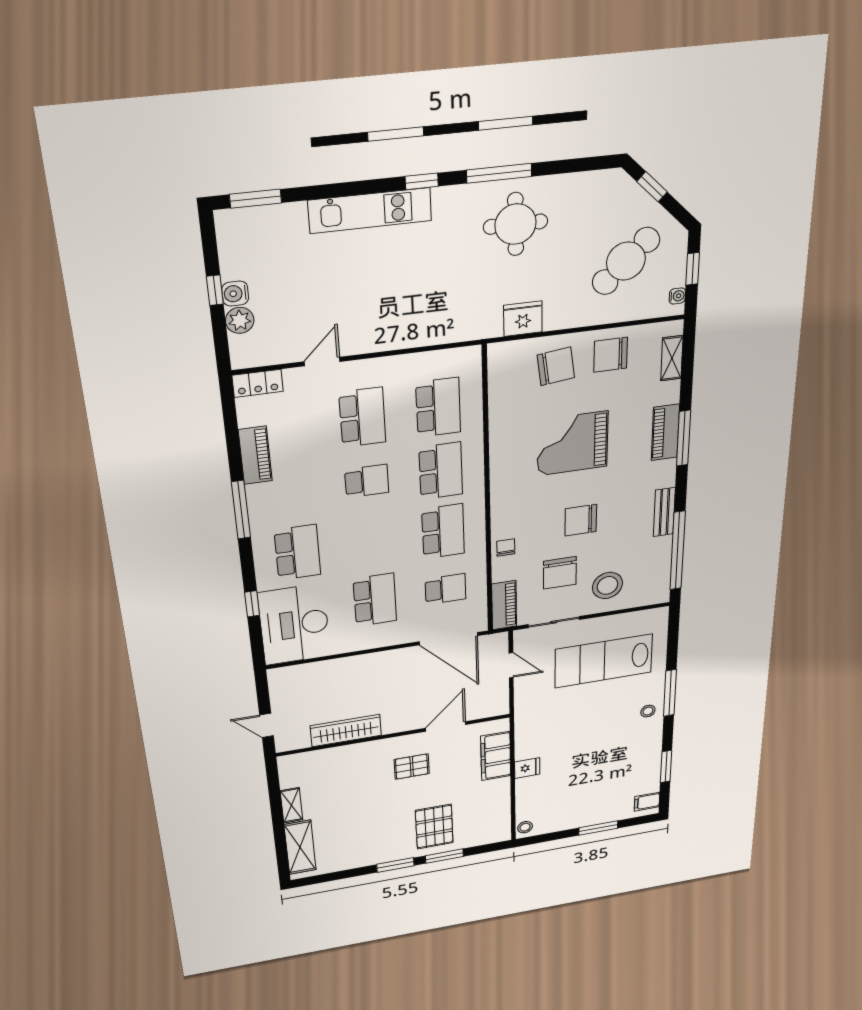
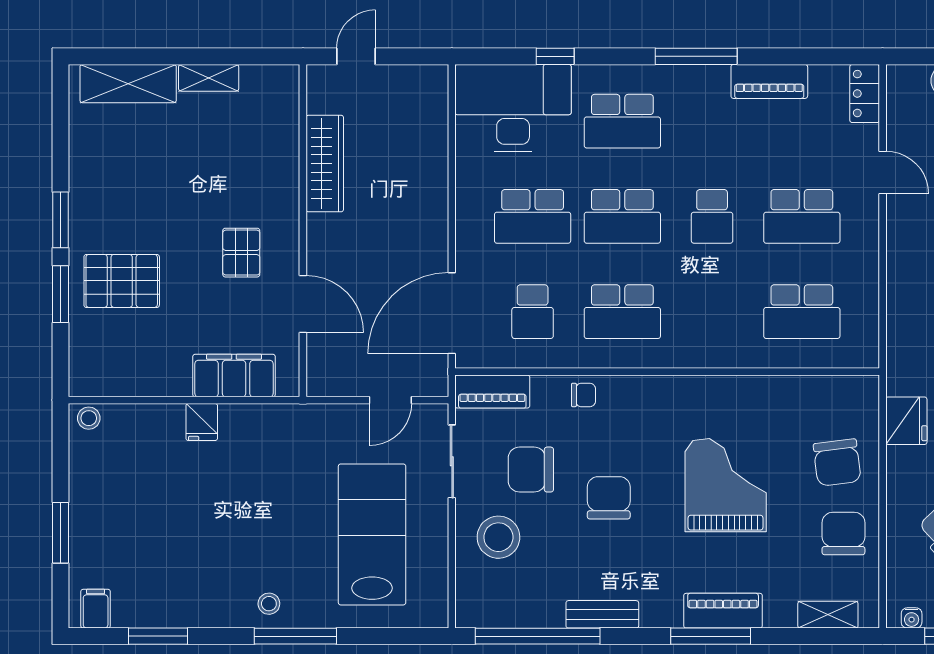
school desk: (441, 471) -> (622, 216), moved

